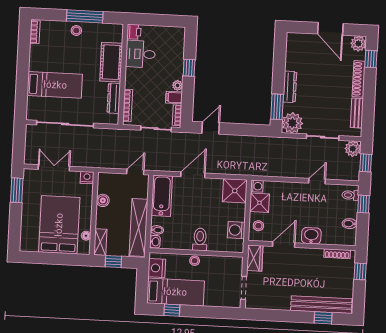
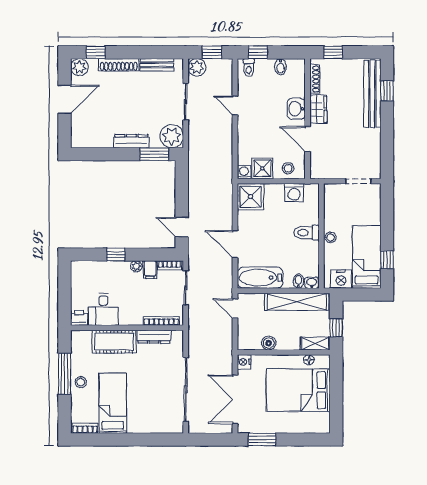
bed: (55, 85) -> (113, 403), moved
double door: (54, 168) -> (235, 399), width x1.37
wardrobe: (255, 258) -> (318, 109), moved, turned 90

